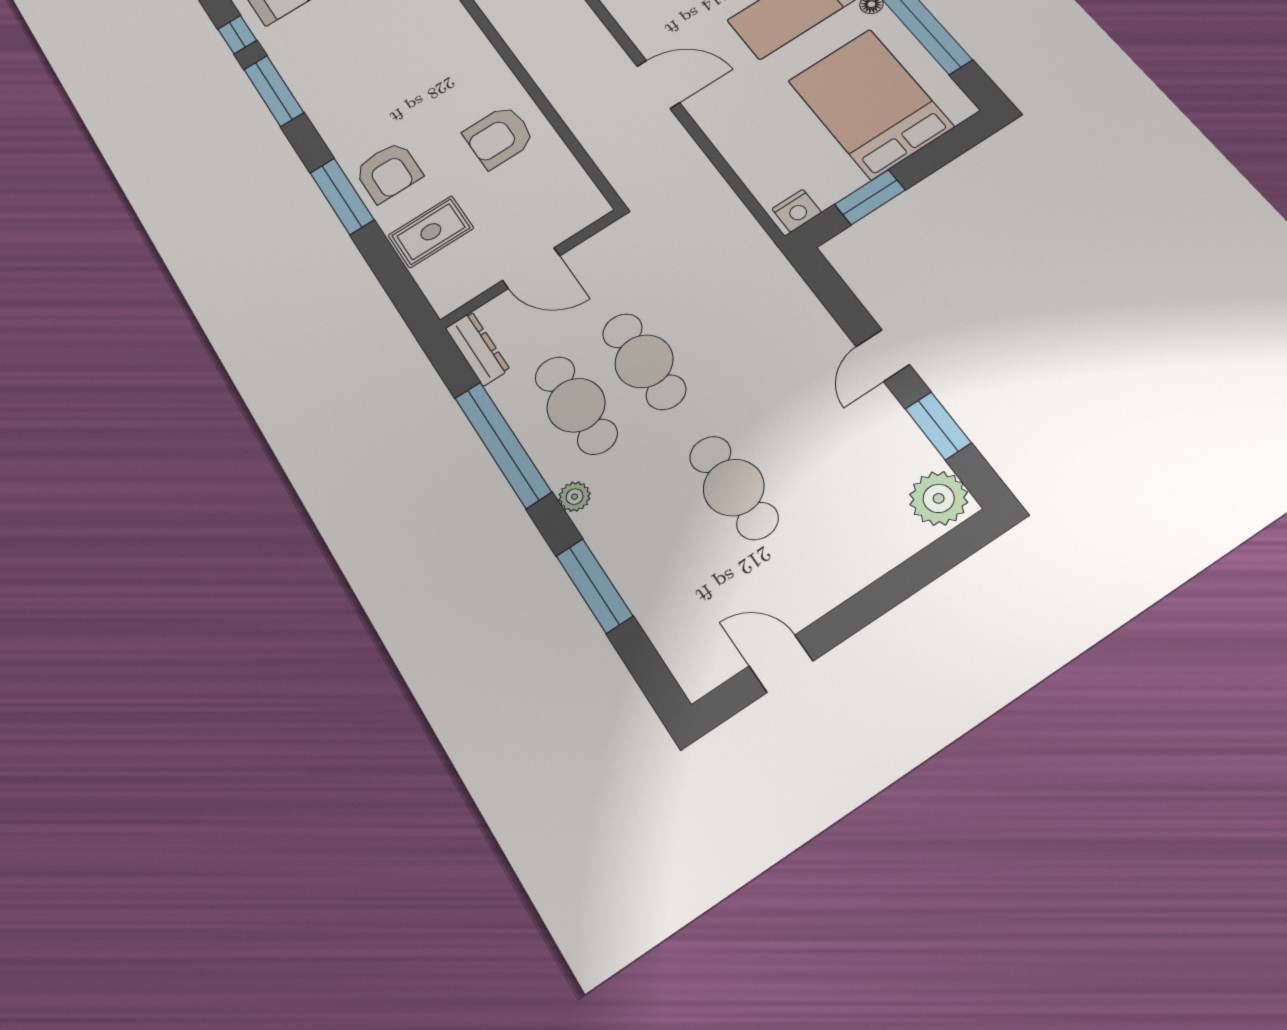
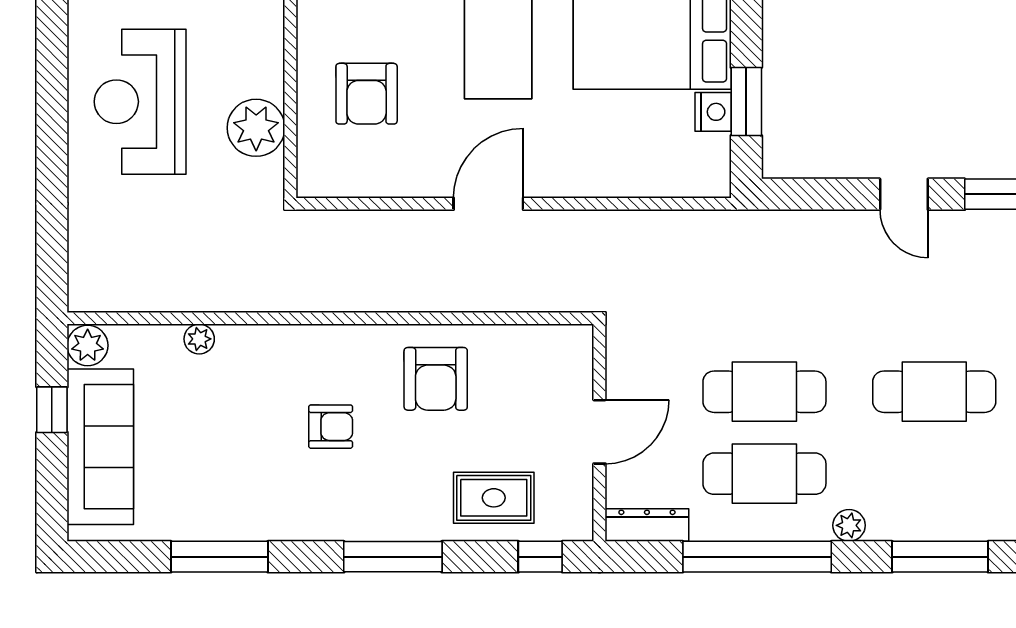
window: (237, 35) -> (540, 557), moved
armchair: (388, 172) -> (331, 427), moved, width x0.72, depth x0.72
nightstand: (797, 211) -> (713, 112), moved
rug: (431, 232) -> (494, 498), turned 90

